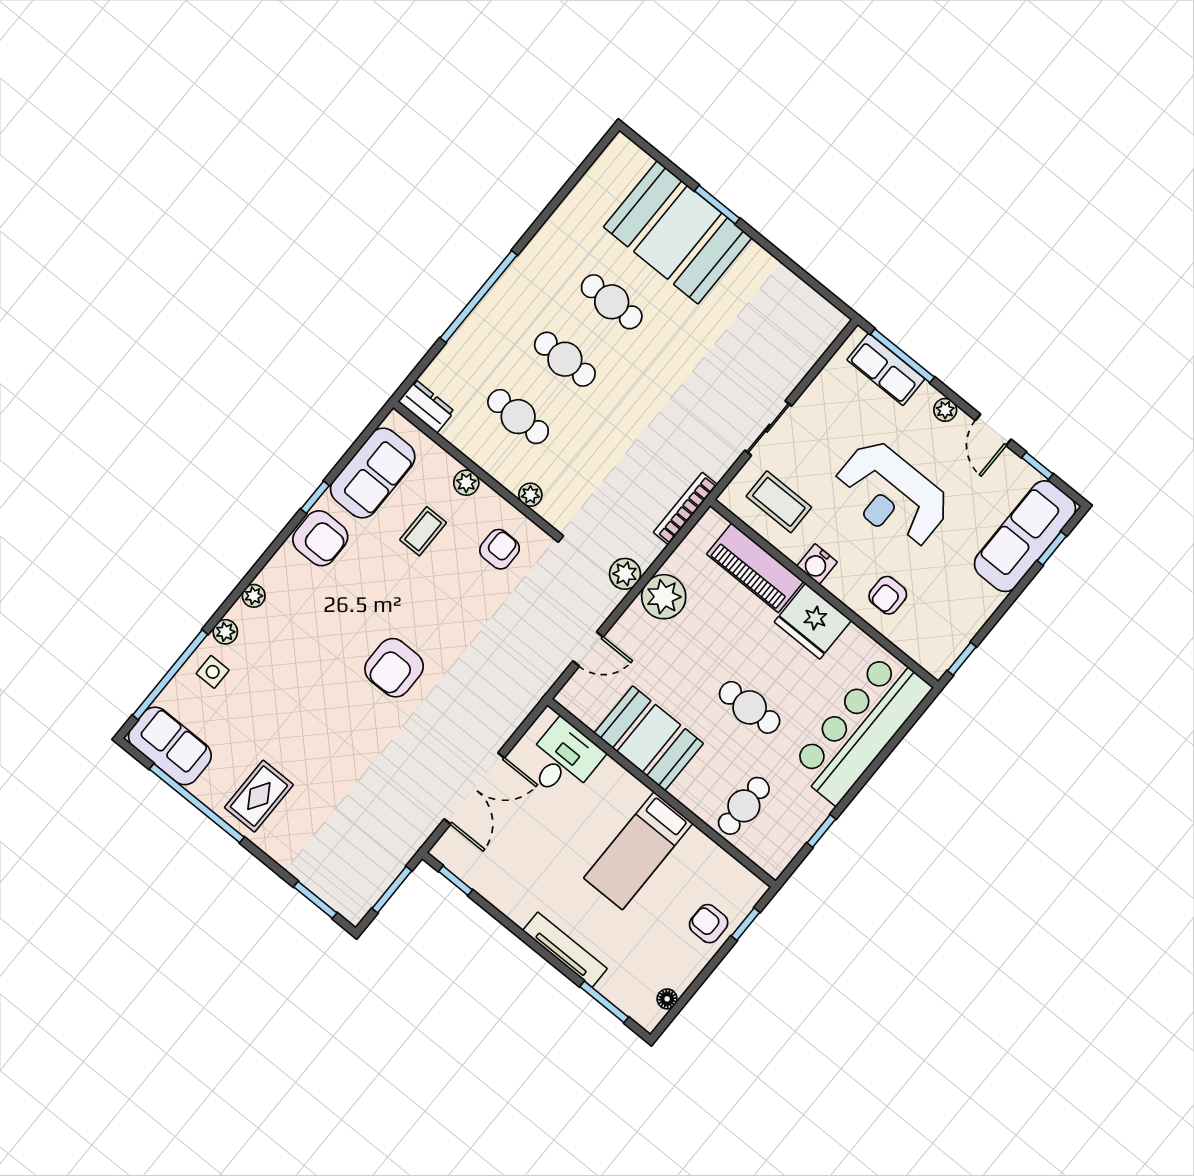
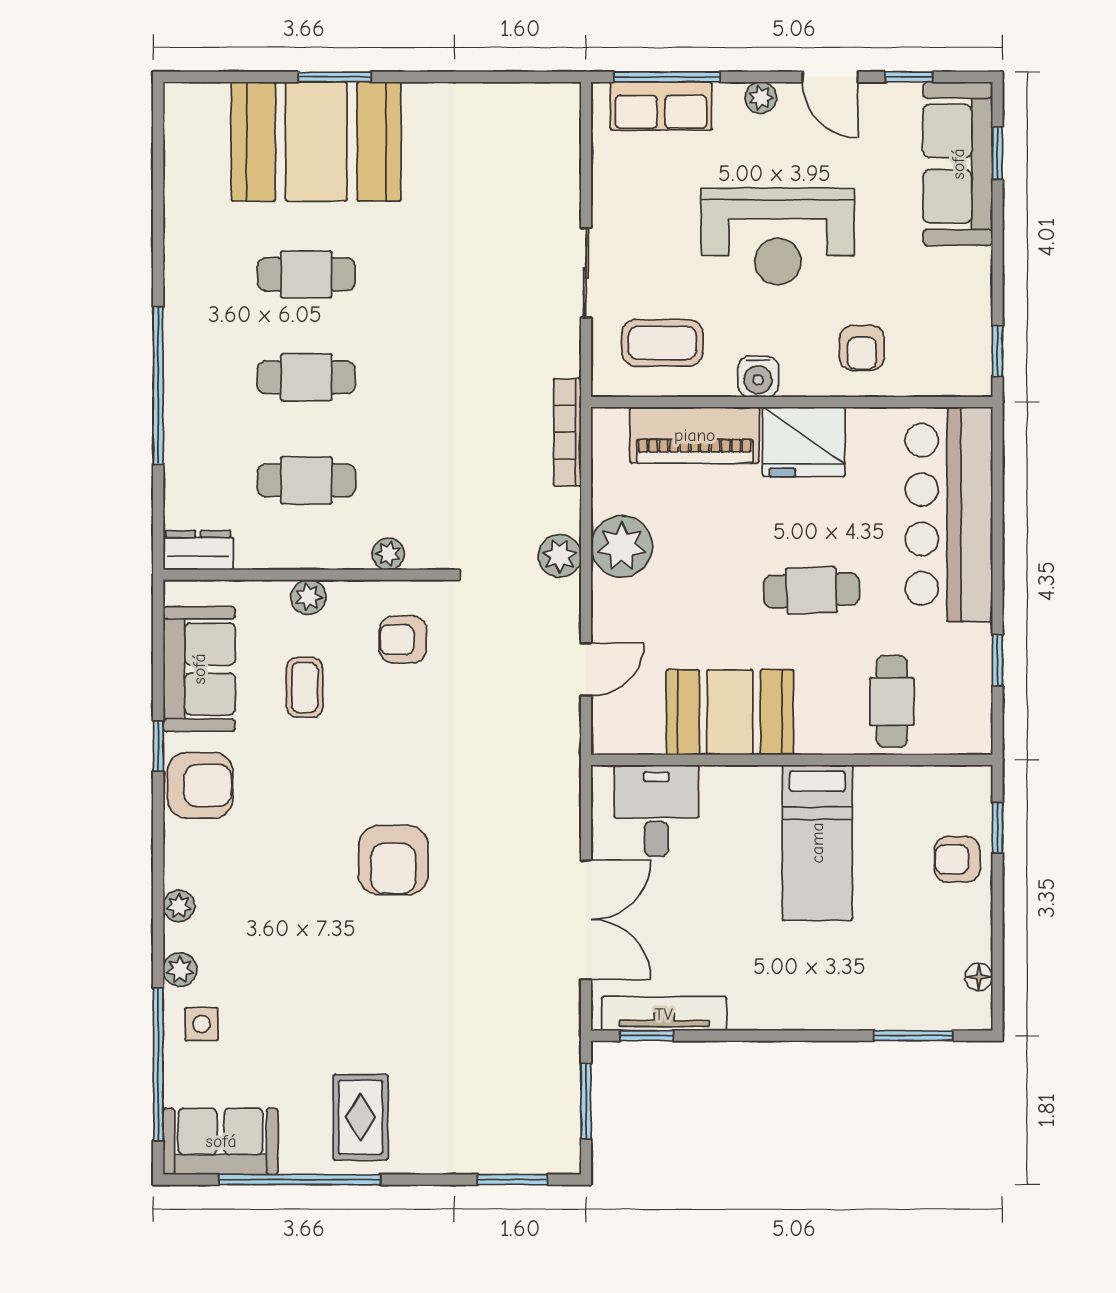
armchair: (500, 549) -> (403, 640), turned -90
tv unit: (565, 950) -> (664, 1014), moved

